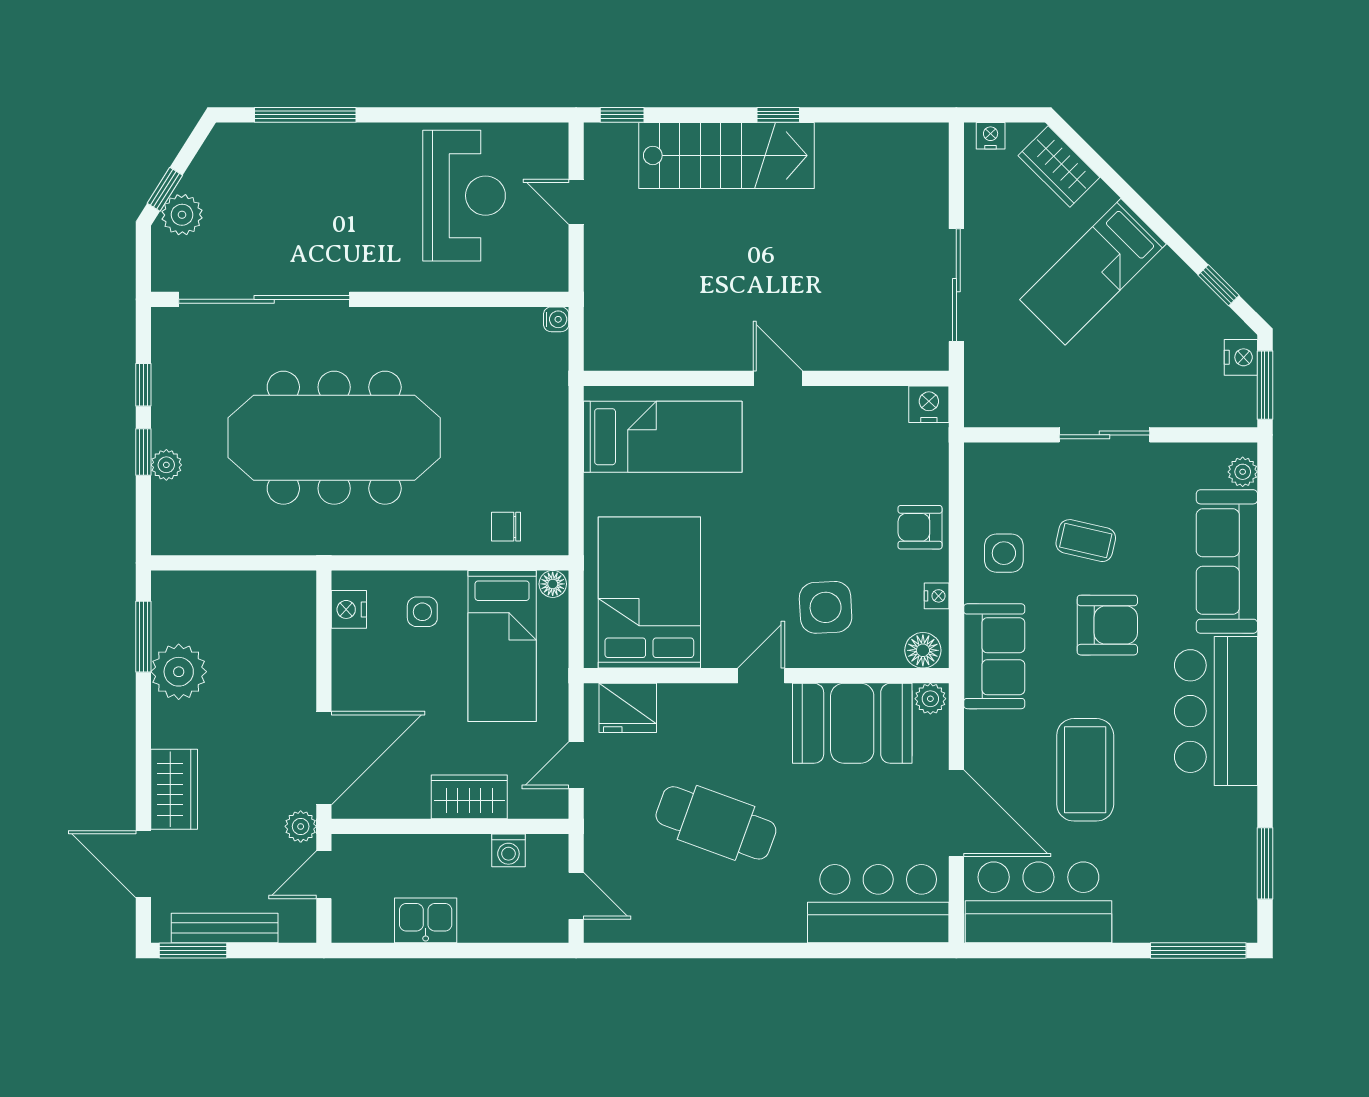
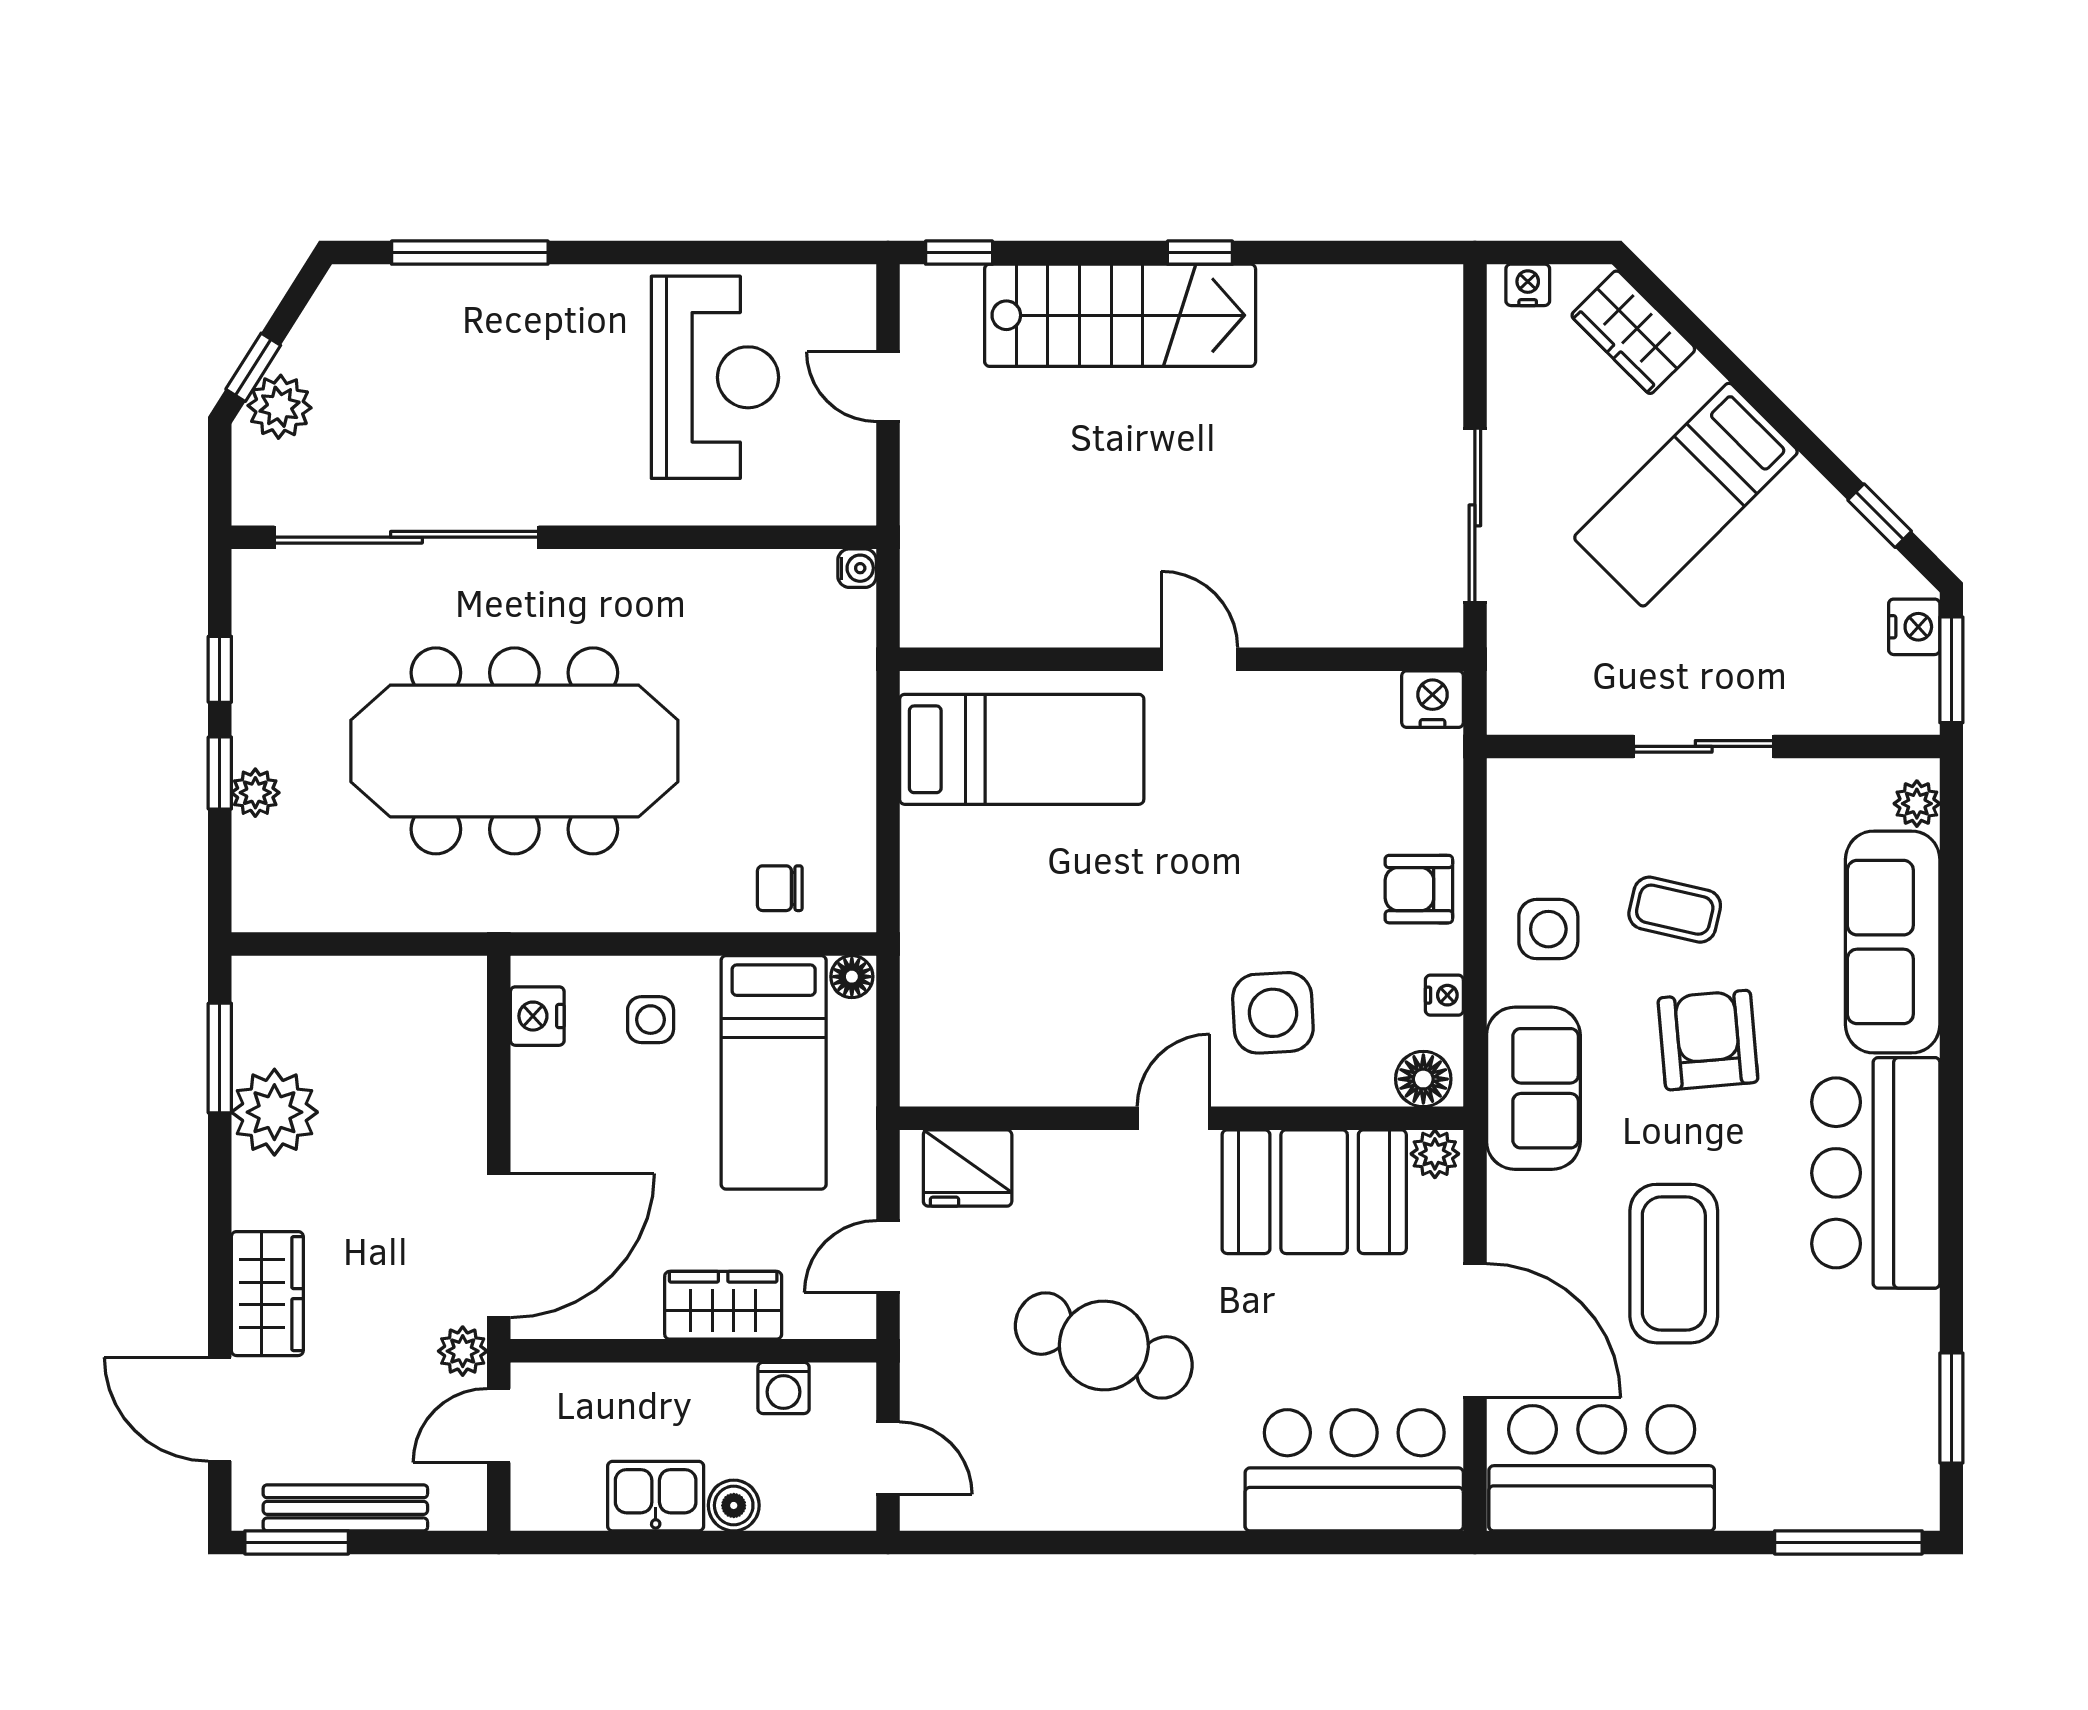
bed: (649, 593) -> (1001, 990), removed
armchair: (1107, 625) -> (1708, 1040), turned -95
boiler: (476, 927) -> (734, 1505), added

